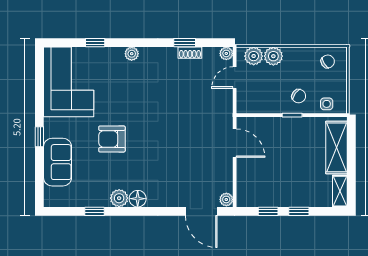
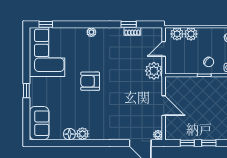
window: (95, 43) -> (46, 24), moved
plant: (226, 53) -> (154, 71), moved, width x1.88, depth x1.88
armchair: (112, 139) -> (90, 81), moved
door: (235, 143) -> (164, 106), moved
sofa: (58, 162) -> (39, 123), moved
floor lamp: (138, 199) -> (69, 134), moved
window: (94, 211) -> (65, 143), removed

